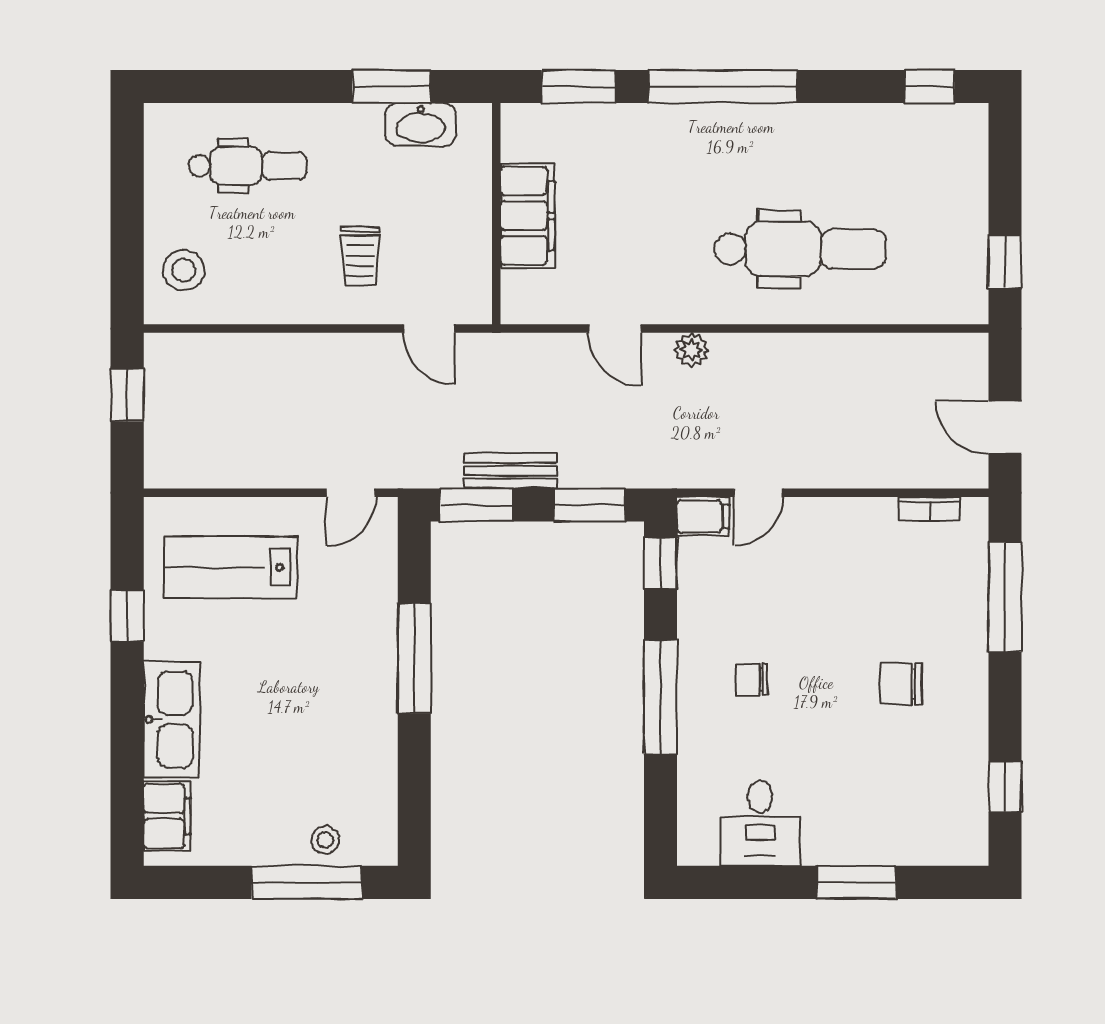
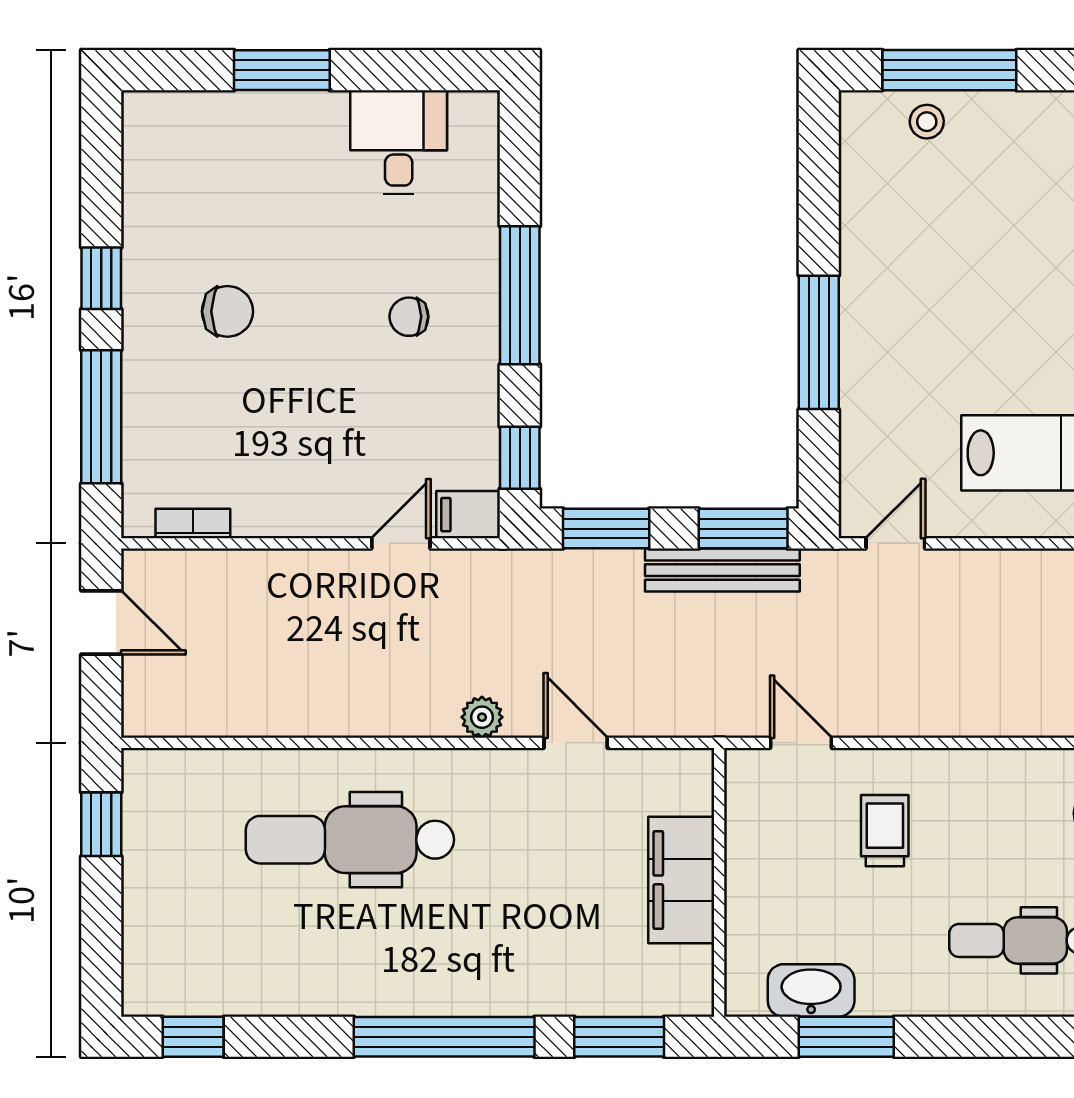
bench: (511, 471) -> (722, 570), width x1.36
chair: (752, 679) -> (409, 317), turned 180
window: (1005, 786) -> (101, 278), moved

